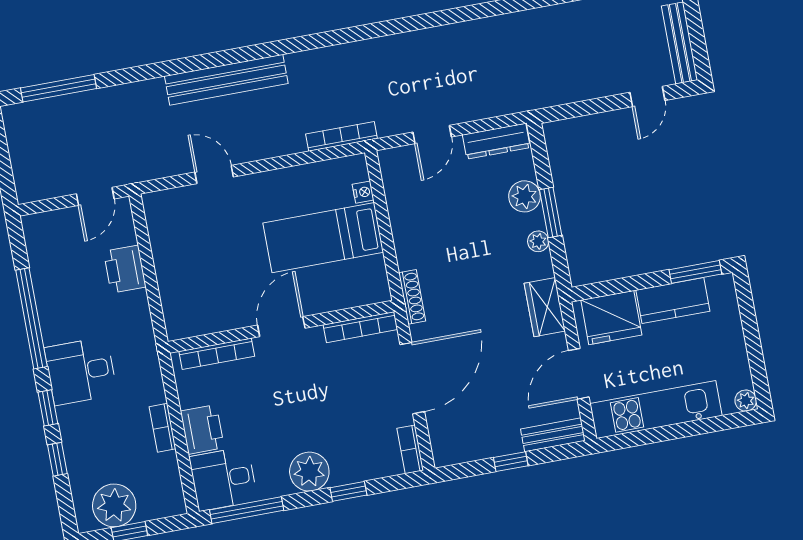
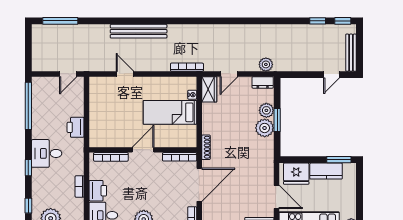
plant: (506, 100) -> (266, 64), added
dresser: (496, 141) -> (263, 82), width x0.70
plant: (538, 241) -> (265, 128), width x1.88, depth x1.88
printer: (125, 269) -> (76, 127), moved
wardrobe: (545, 307) -> (209, 89), moved, turned 180
window: (31, 318) -> (28, 106), moved
door: (579, 374) -> (276, 197), swing flipped
window: (57, 459) -> (28, 206), moved

